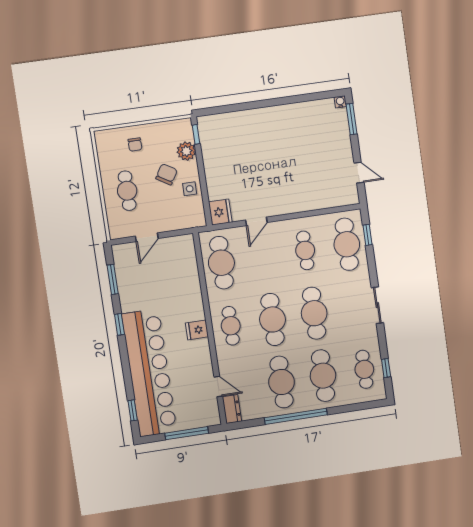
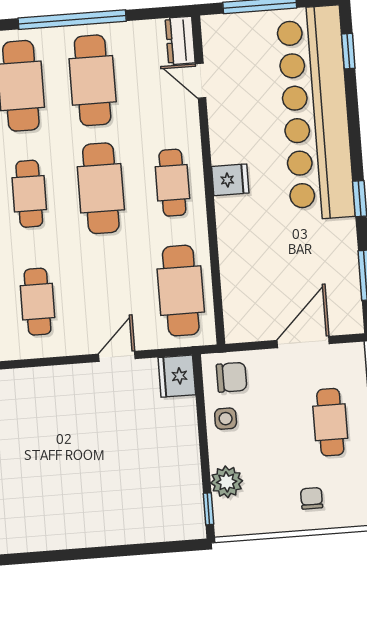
chair: (167, 174) -> (232, 377), moved, turned -121
door: (147, 237) -> (303, 342), width x1.38
cafe table: (314, 313) -> (29, 194), width x0.73, depth x0.74

